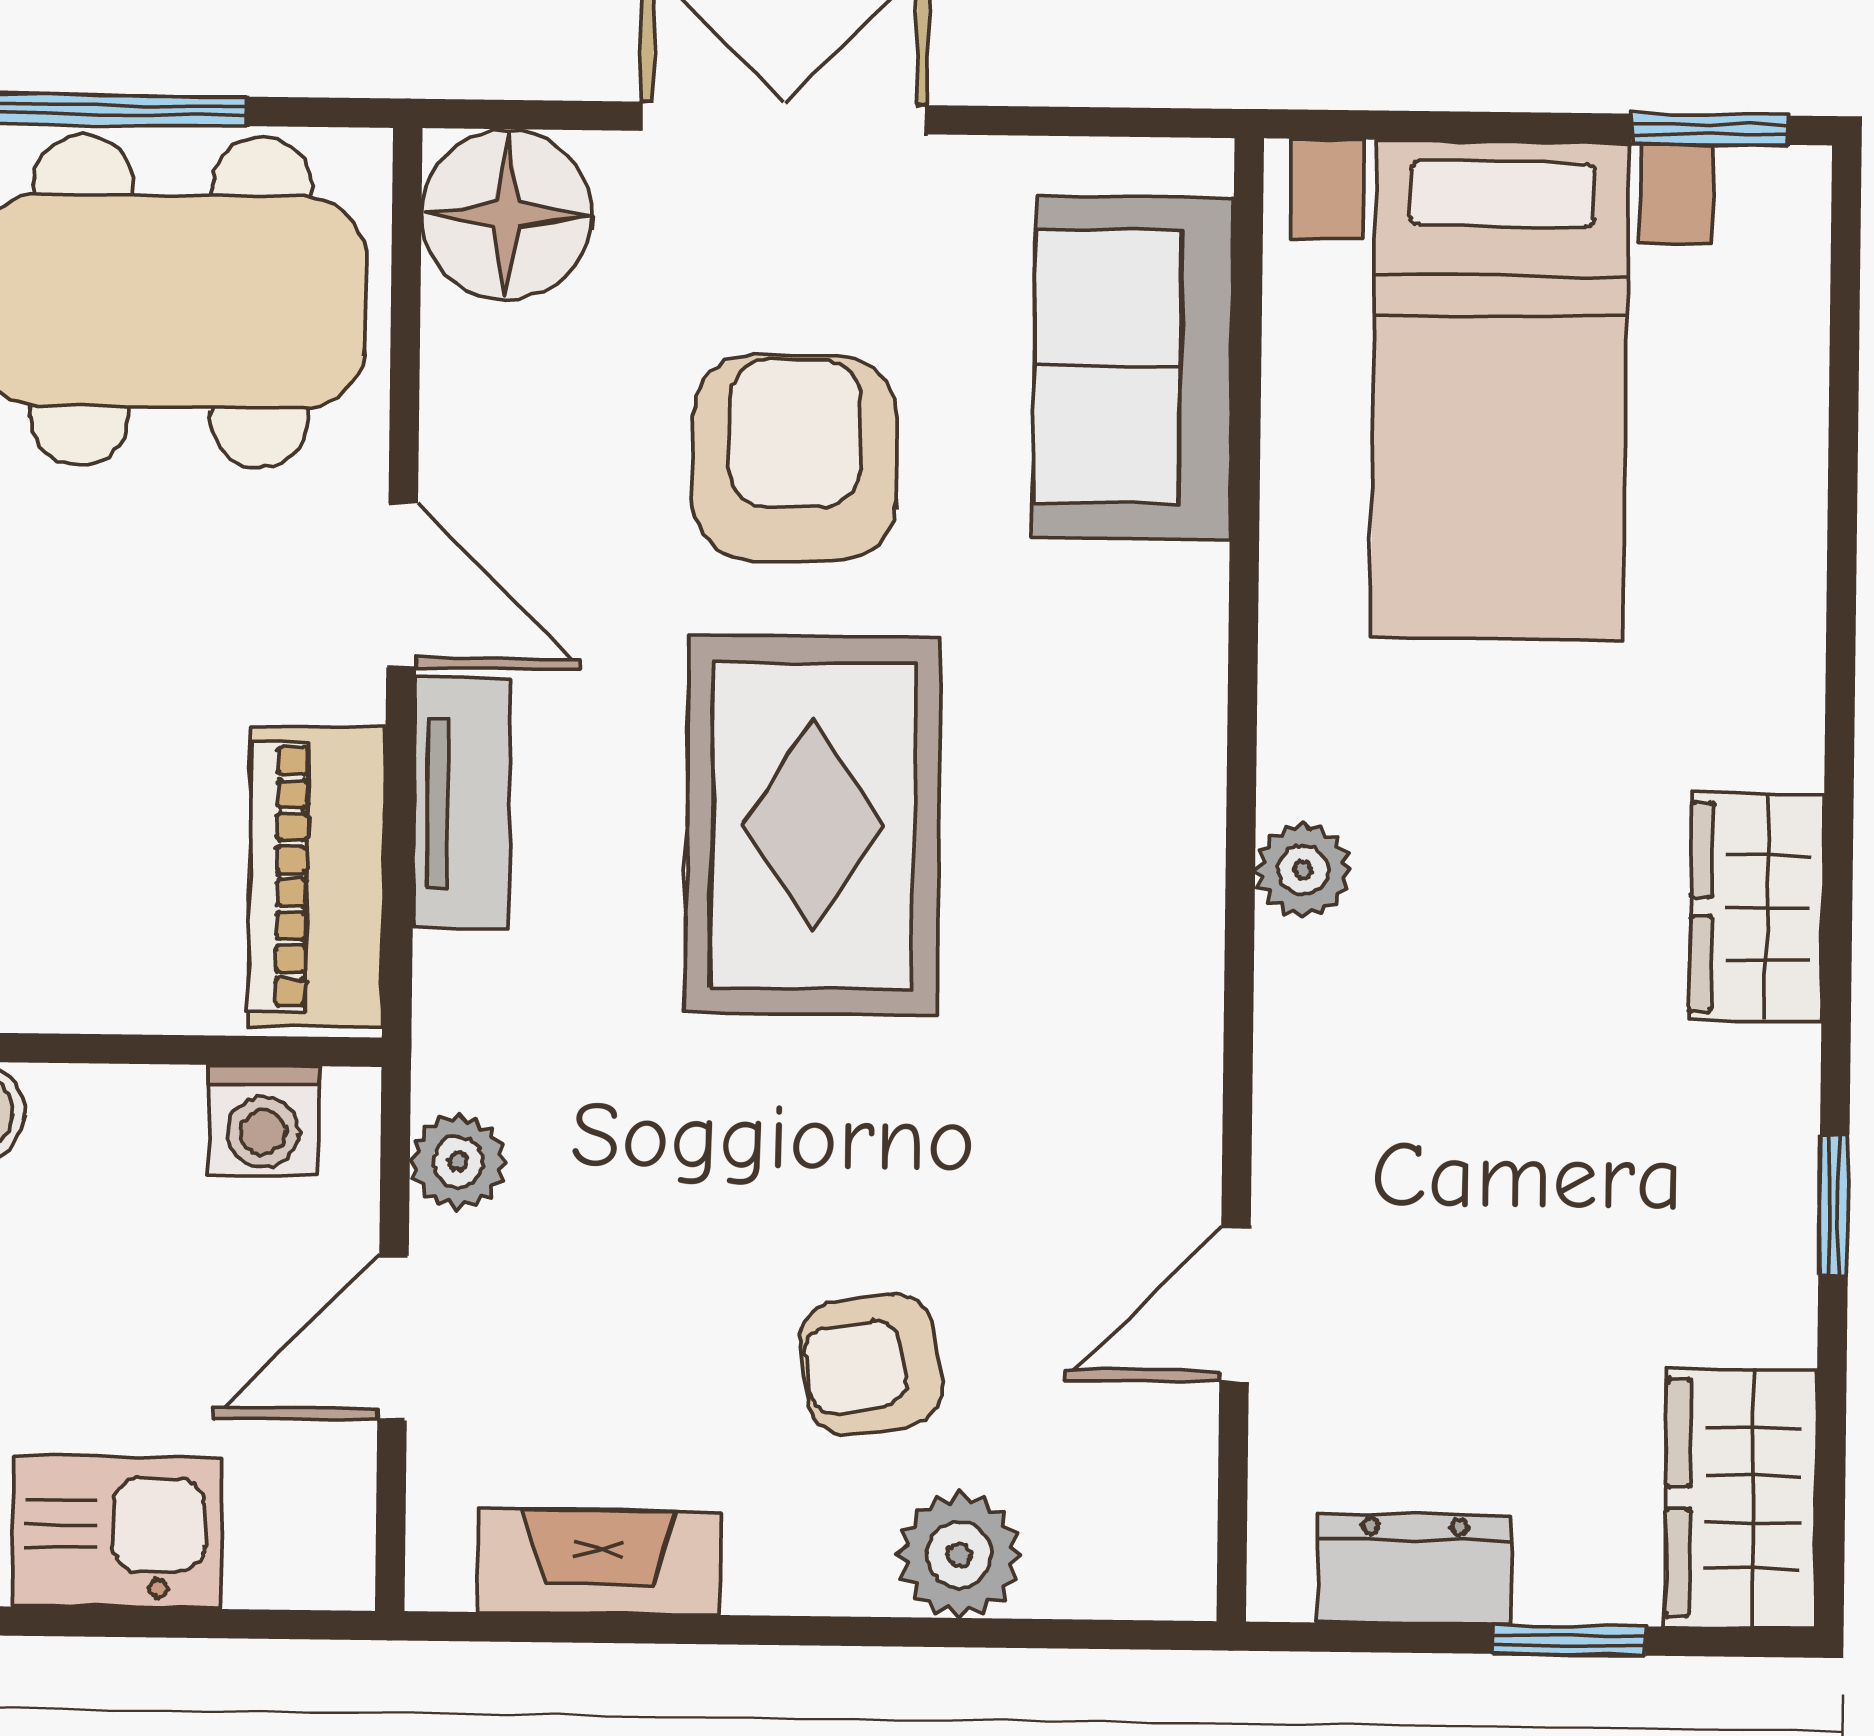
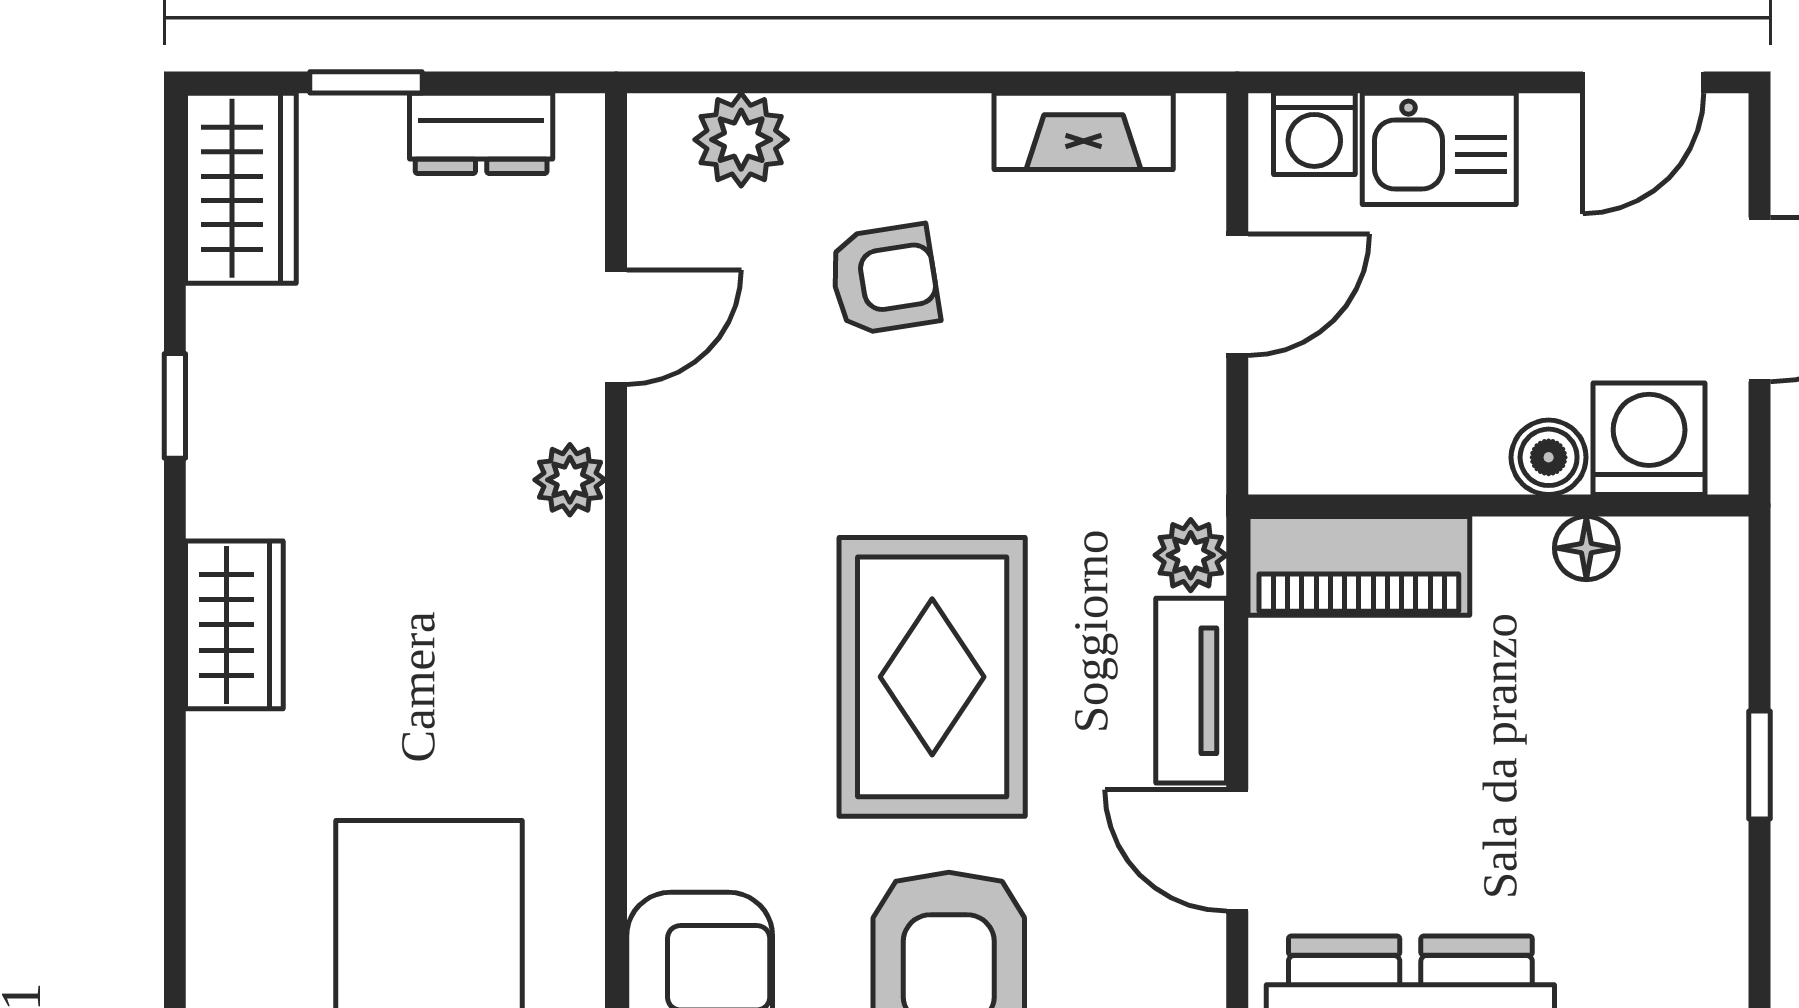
plant: (1303, 870) -> (570, 480), moved
piano: (317, 877) -> (1359, 566), moved, turned 90
washing machine: (263, 1121) -> (1314, 134), moved, turned 180
plant: (458, 1162) -> (1191, 555), moved
plant: (959, 1555) -> (741, 140), moved

